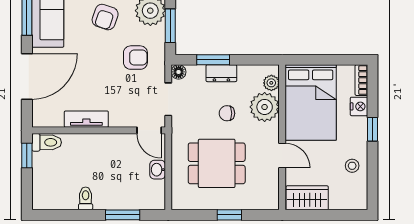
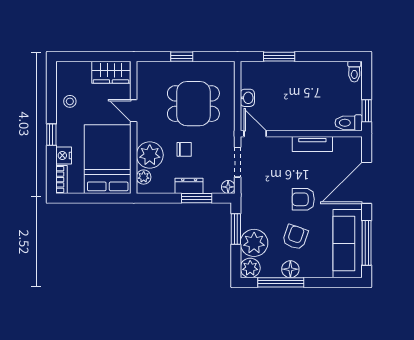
armchair: (135, 58) -> (303, 199), moved
toilet: (86, 198) -> (354, 72), moved

